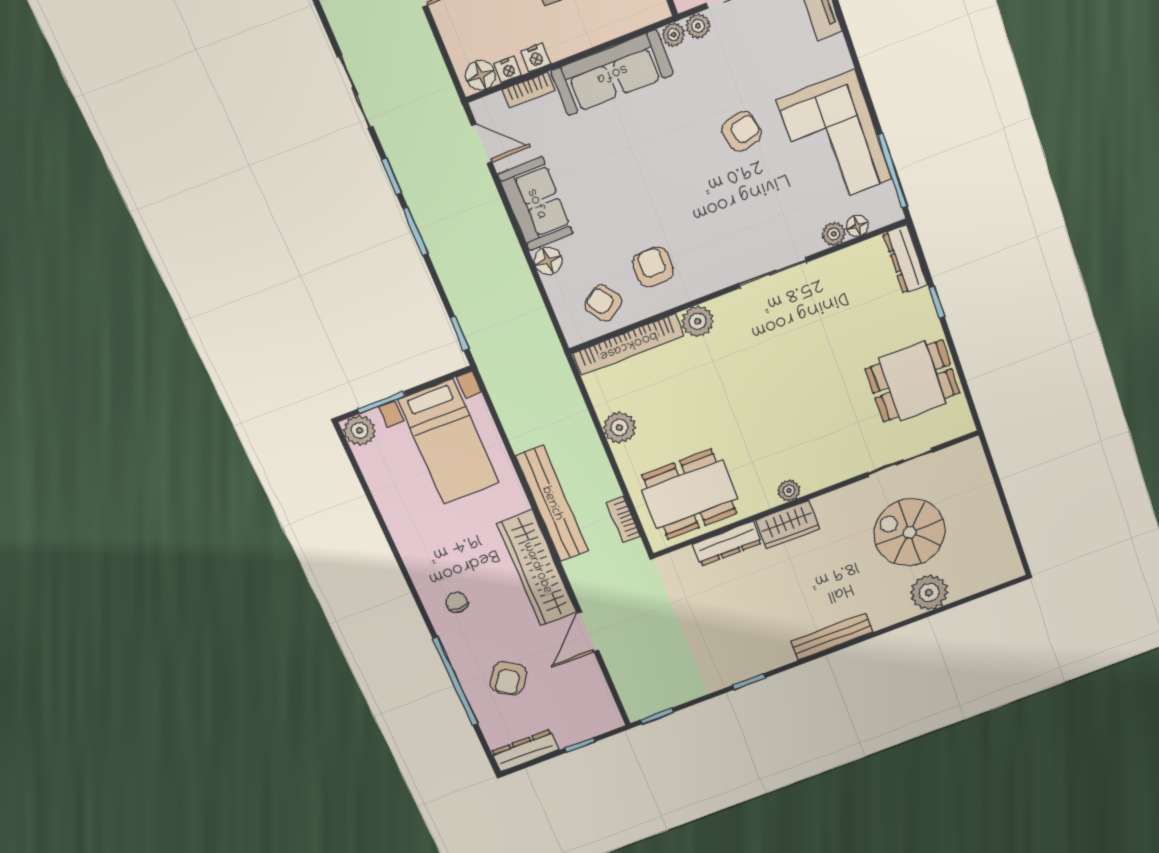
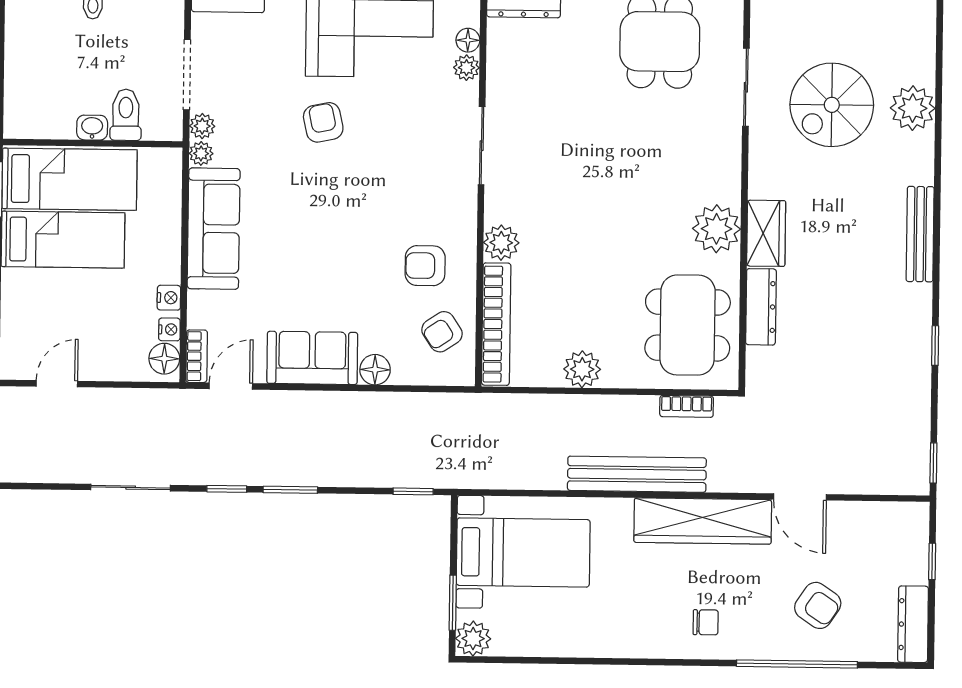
bookcase: (529, 90) -> (197, 356), moved
plant: (789, 491) -> (717, 229), width x1.88, depth x1.88
chair: (457, 602) -> (706, 622), turned 180

